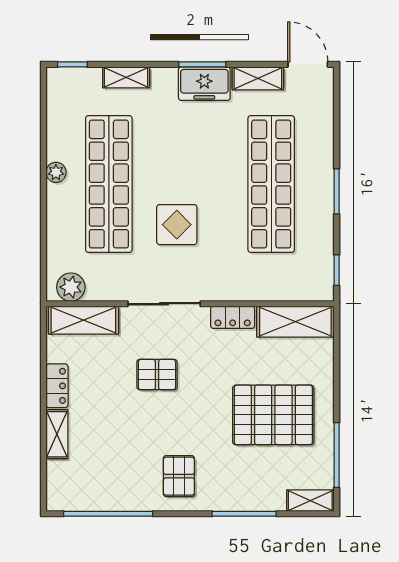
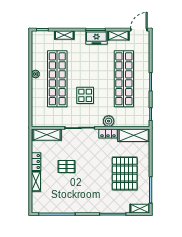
door: (308, 64) -> (139, 30), hinge flipped
plant: (71, 287) -> (109, 121), moved
pallet: (157, 375) -> (66, 167), moved
pallet: (273, 415) -> (125, 173), turned 90
pallet: (179, 476) -> (86, 199), removed

